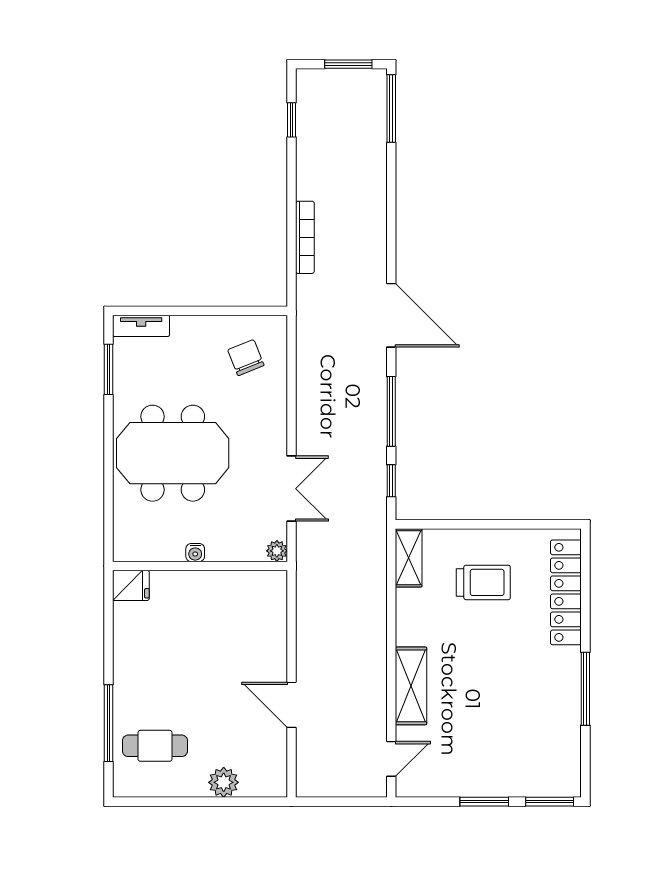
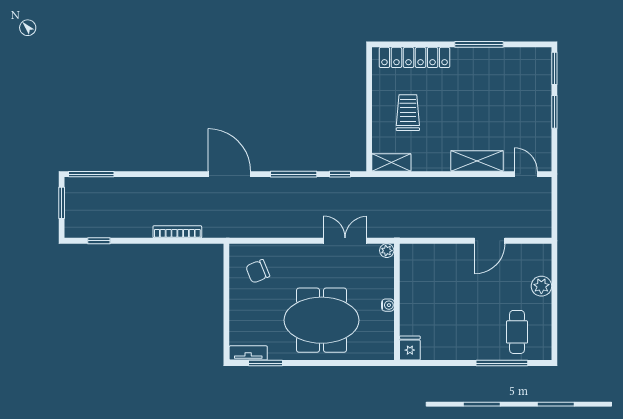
door: (391, 315) -> (229, 174), hinge flipped
tv unit: (141, 326) -> (248, 353), moved, turned -90
meeting table: (173, 453) -> (322, 320), turned 90

